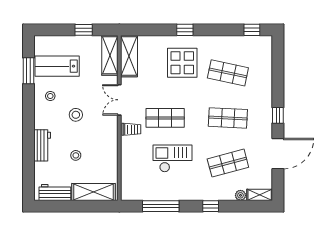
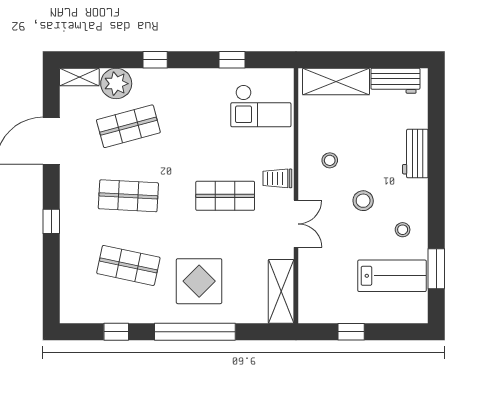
window: (185, 30) -> (195, 332), width x3.17
window: (252, 30) -> (116, 332), moved
shelving: (110, 55) -> (311, 293), removed
window: (278, 115) -> (51, 221), moved
stool: (76, 155) -> (330, 160), moved
checkout: (172, 158) -> (261, 106), moved
plant: (240, 195) -> (116, 84), width x1.88, depth x1.88
window: (161, 206) -> (232, 60), width x0.46

